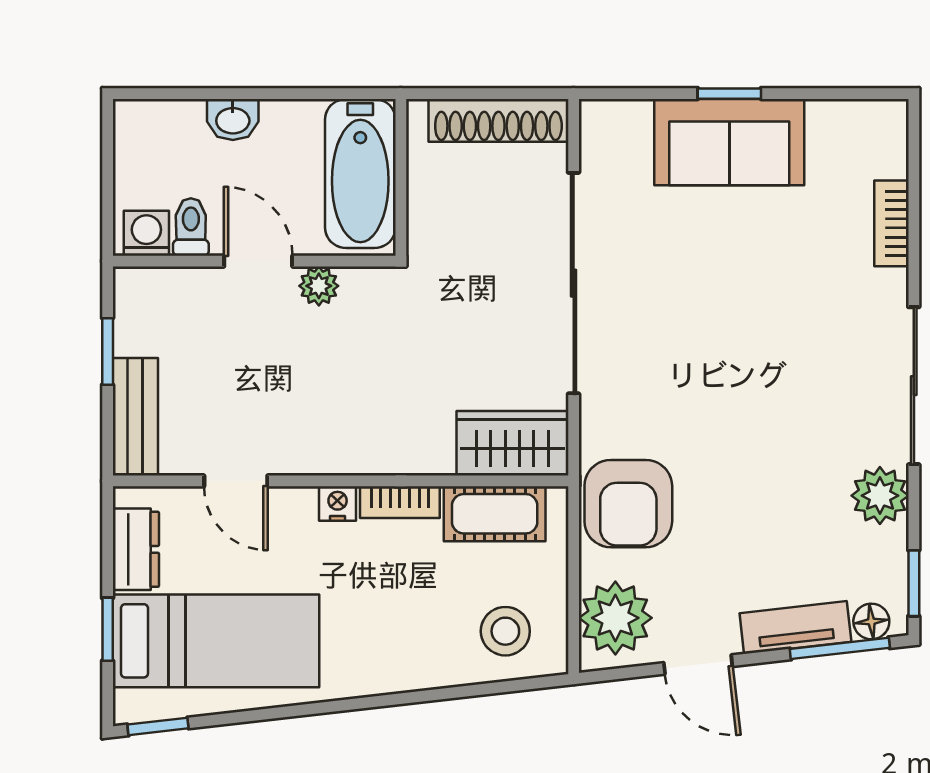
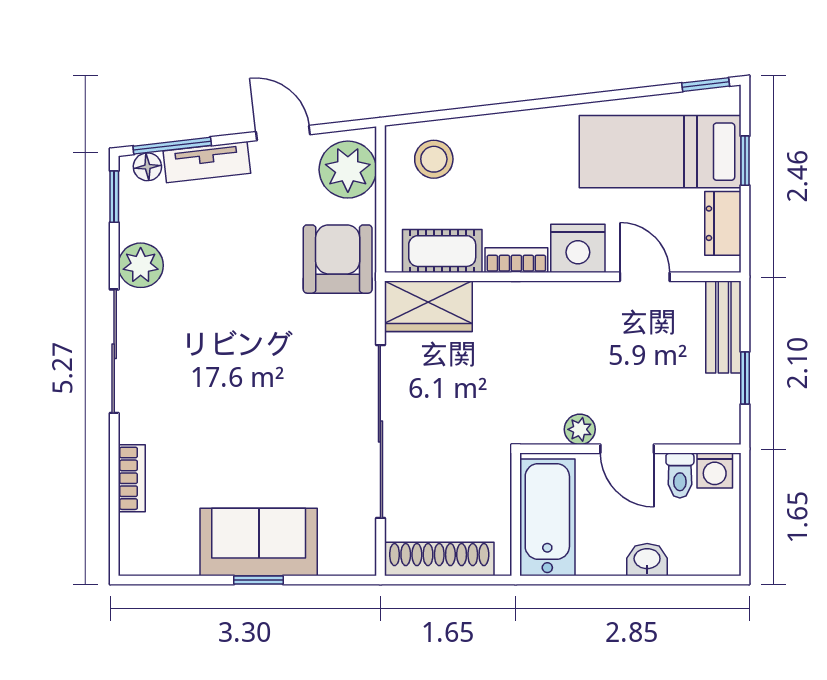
nightstand: (338, 503) -> (578, 248), width x1.89, depth x1.79

